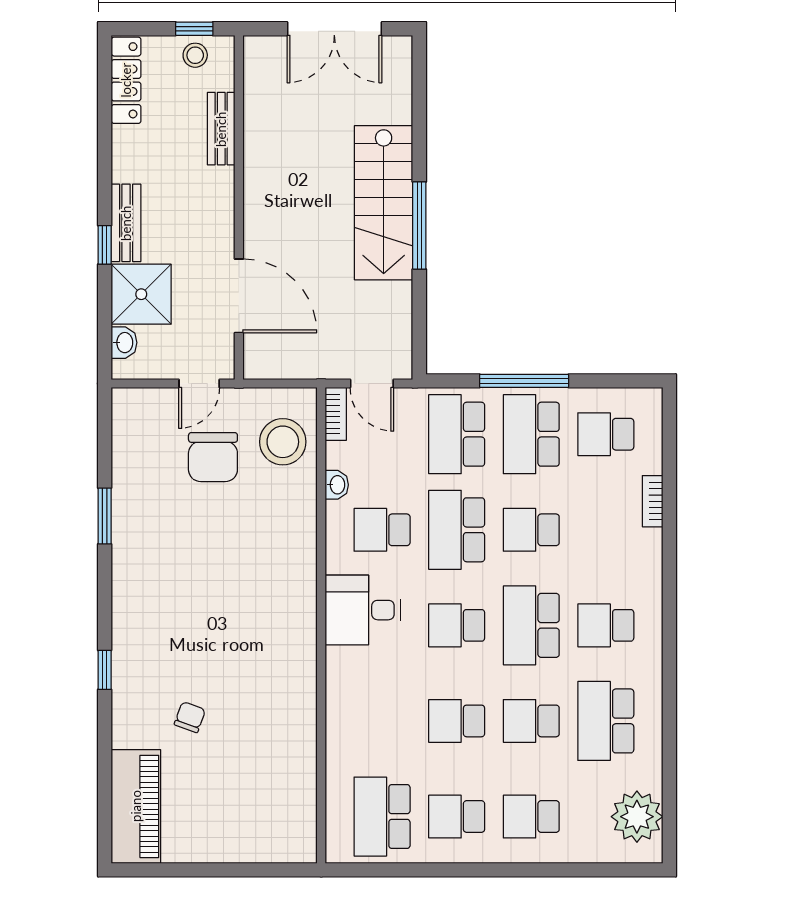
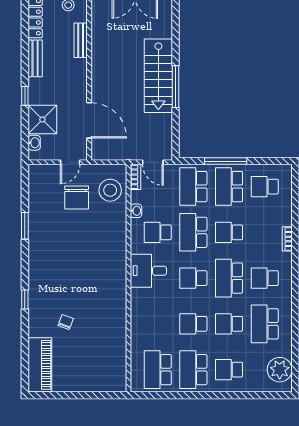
bench: (126, 223) -> (35, 58), moved
bookcase: (653, 501) -> (287, 239), moved
school desk: (457, 817) -> (193, 370), width x1.85

